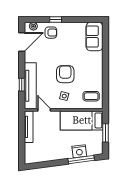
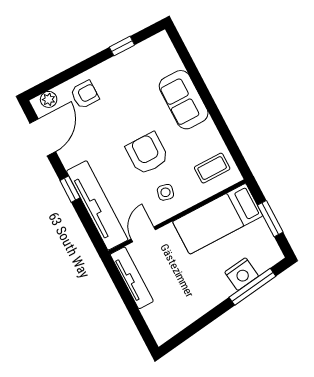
window: (56, 19) -> (122, 46), moved
sofa: (94, 37) -> (184, 100), moved
window: (22, 85) -> (70, 189), moved
door: (44, 110) -> (143, 234), hinge flipped

